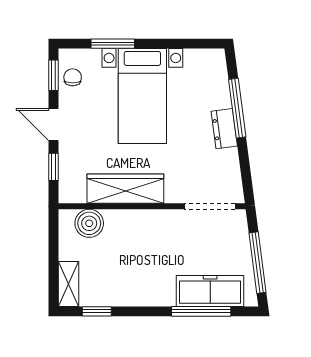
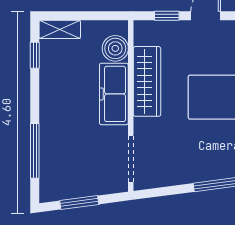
dresser: (224, 129) -> (202, 172), removed
window: (257, 263) -> (79, 202), width x0.69
freezer: (210, 291) -> (114, 94), moved, turned 180

